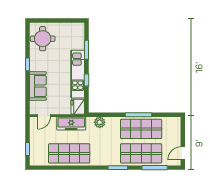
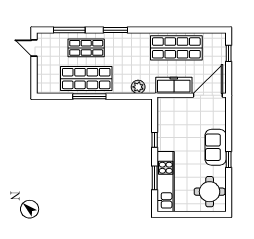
kitchen unit: (78, 74) -> (166, 182), moved
sofa: (38, 86) -> (216, 147), moved
fridge: (78, 107) -> (165, 106), removed
door: (44, 116) -> (208, 95), width x1.88
shop shelf: (141, 153) -> (86, 48), width x0.70, depth x0.74
door: (183, 153) -> (34, 48), swing flipped

